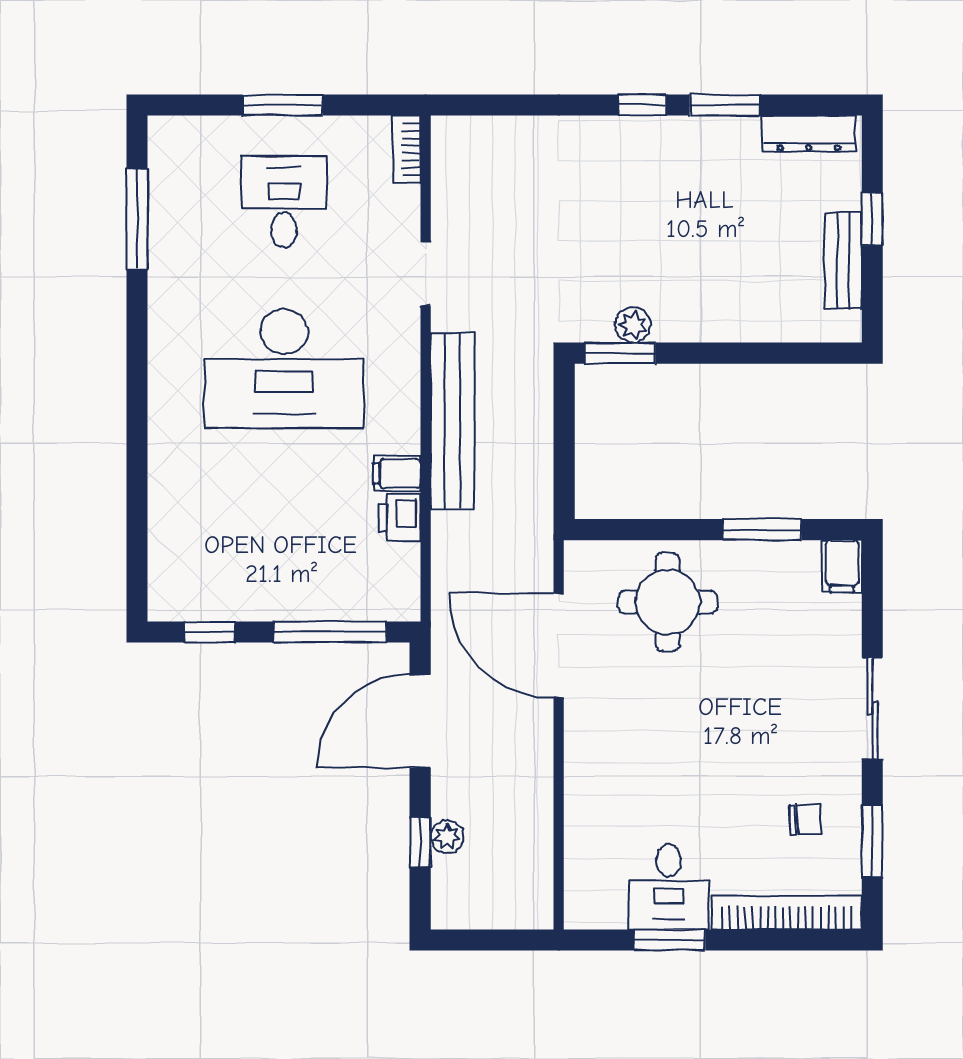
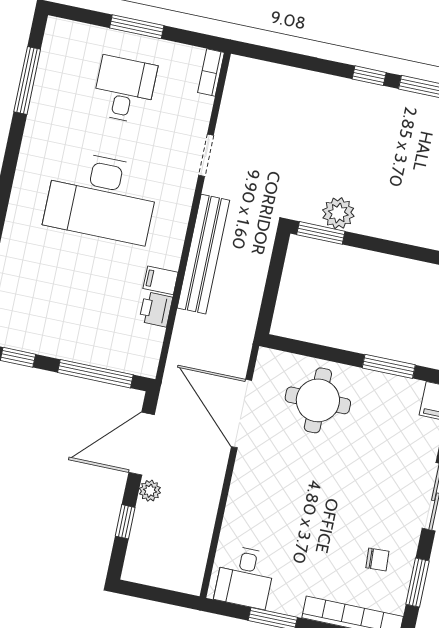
plant: (633, 325) -> (338, 213), width x1.38, depth x1.38
plant: (447, 837) -> (150, 491), moved
desk: (669, 887) -> (245, 577), moved

